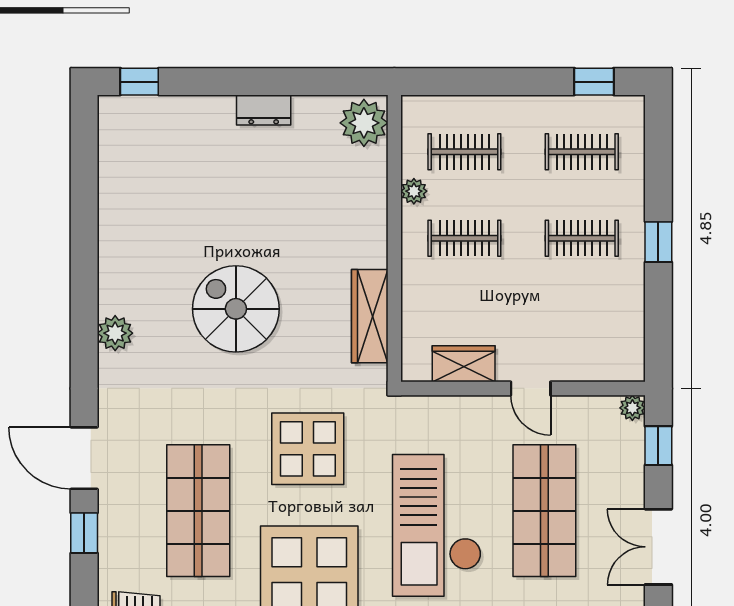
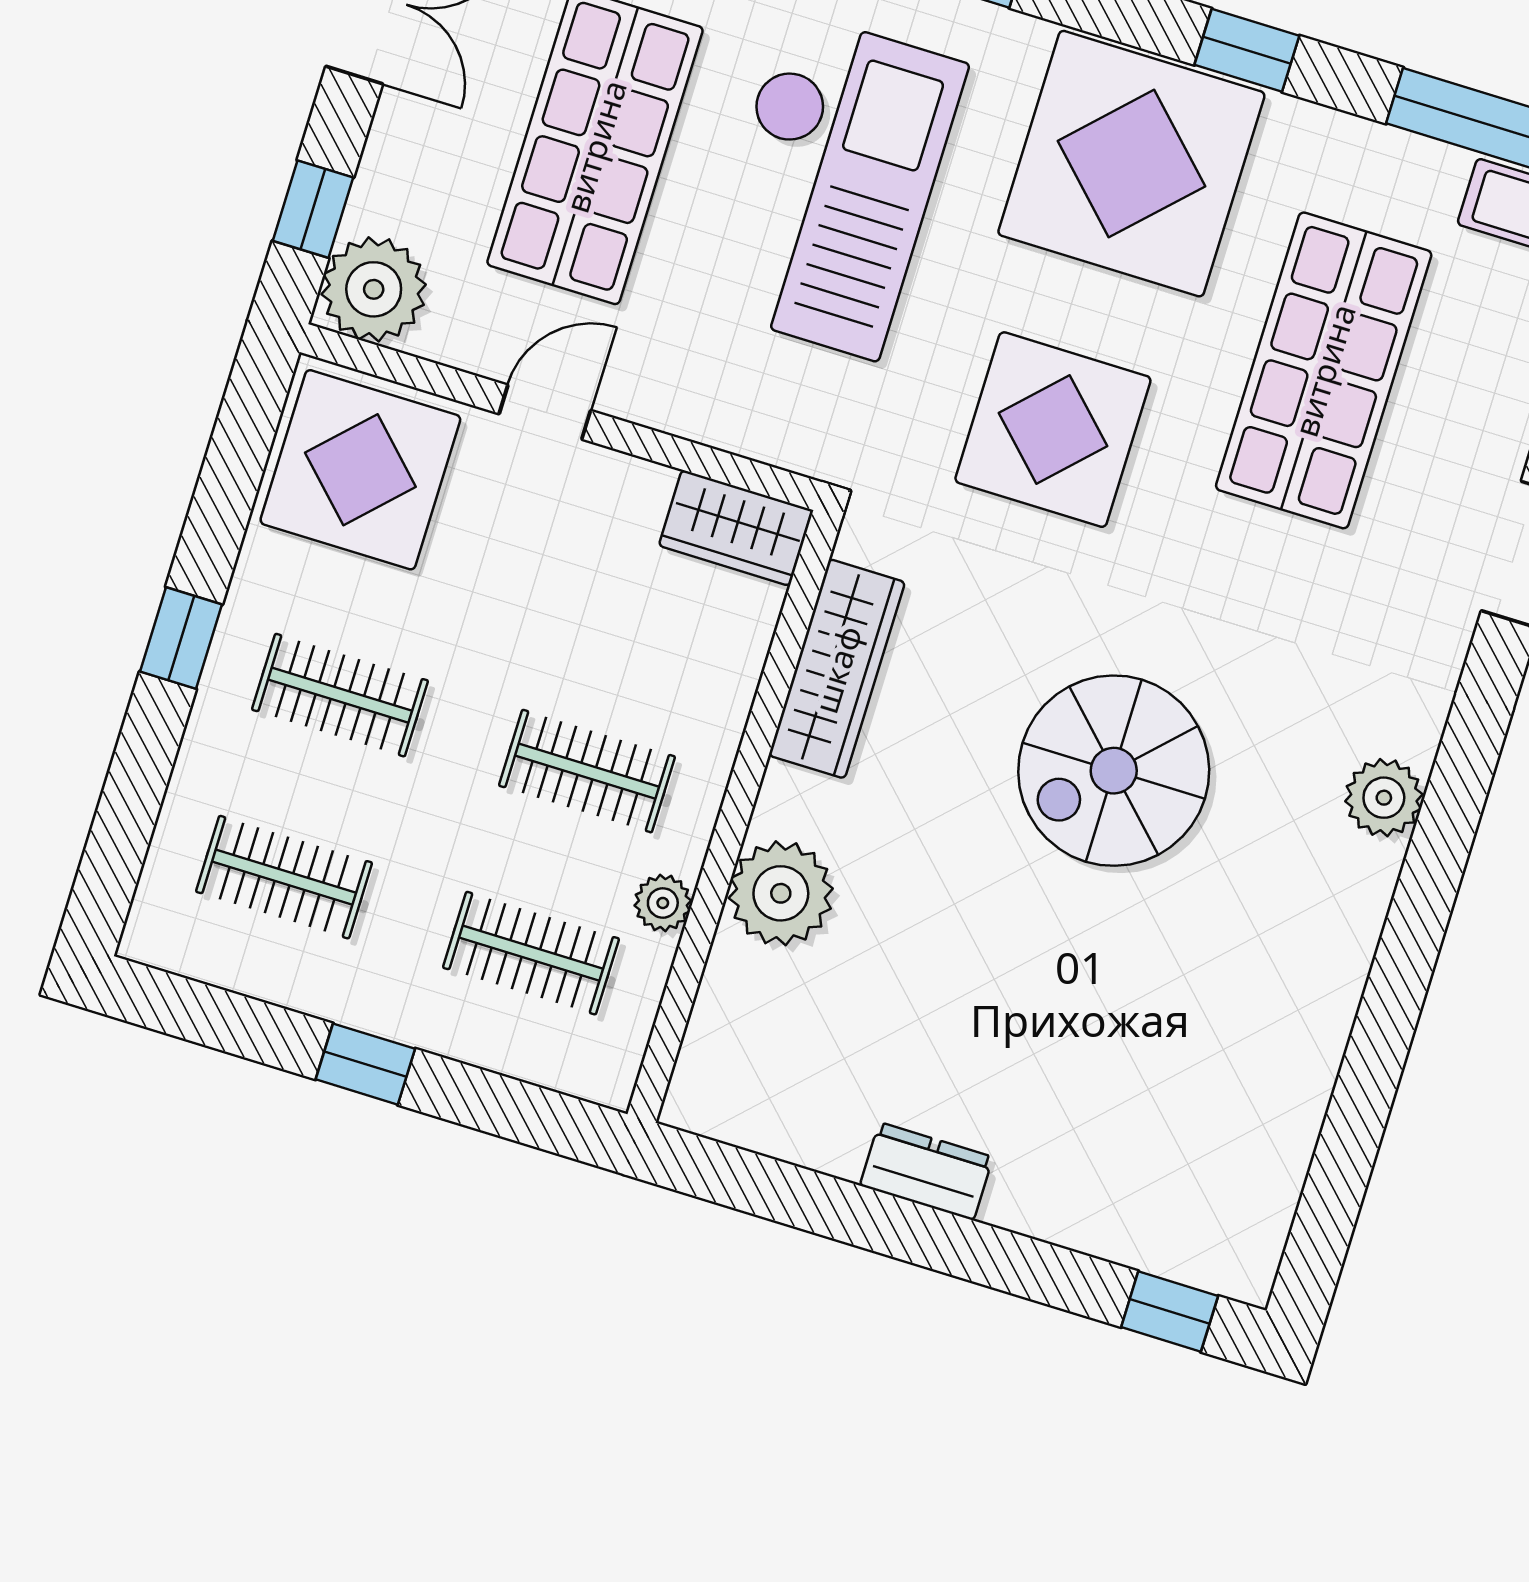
window: (594, 82) -> (365, 1064), moved
plant: (364, 123) -> (781, 893), moved
spiral stairs: (236, 309) -> (1114, 771), turned 90
display table: (603, 339) -> (360, 470), added
wardrobe: (464, 364) -> (736, 528), moved
door: (531, 388) -> (545, 412), hinge flipped
plant: (632, 408) -> (374, 289), width x1.87, depth x1.87

